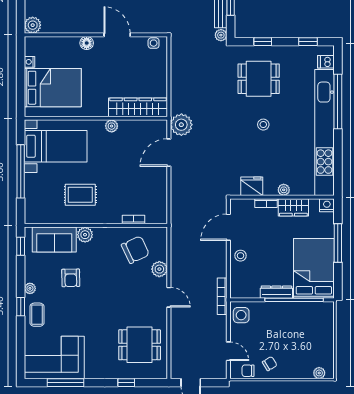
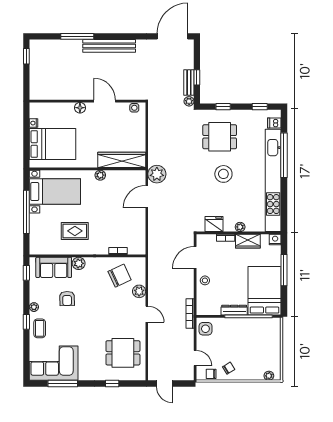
plant: (33, 25) -> (36, 93), removed
stool: (263, 125) -> (223, 174), width x1.89, depth x1.89

